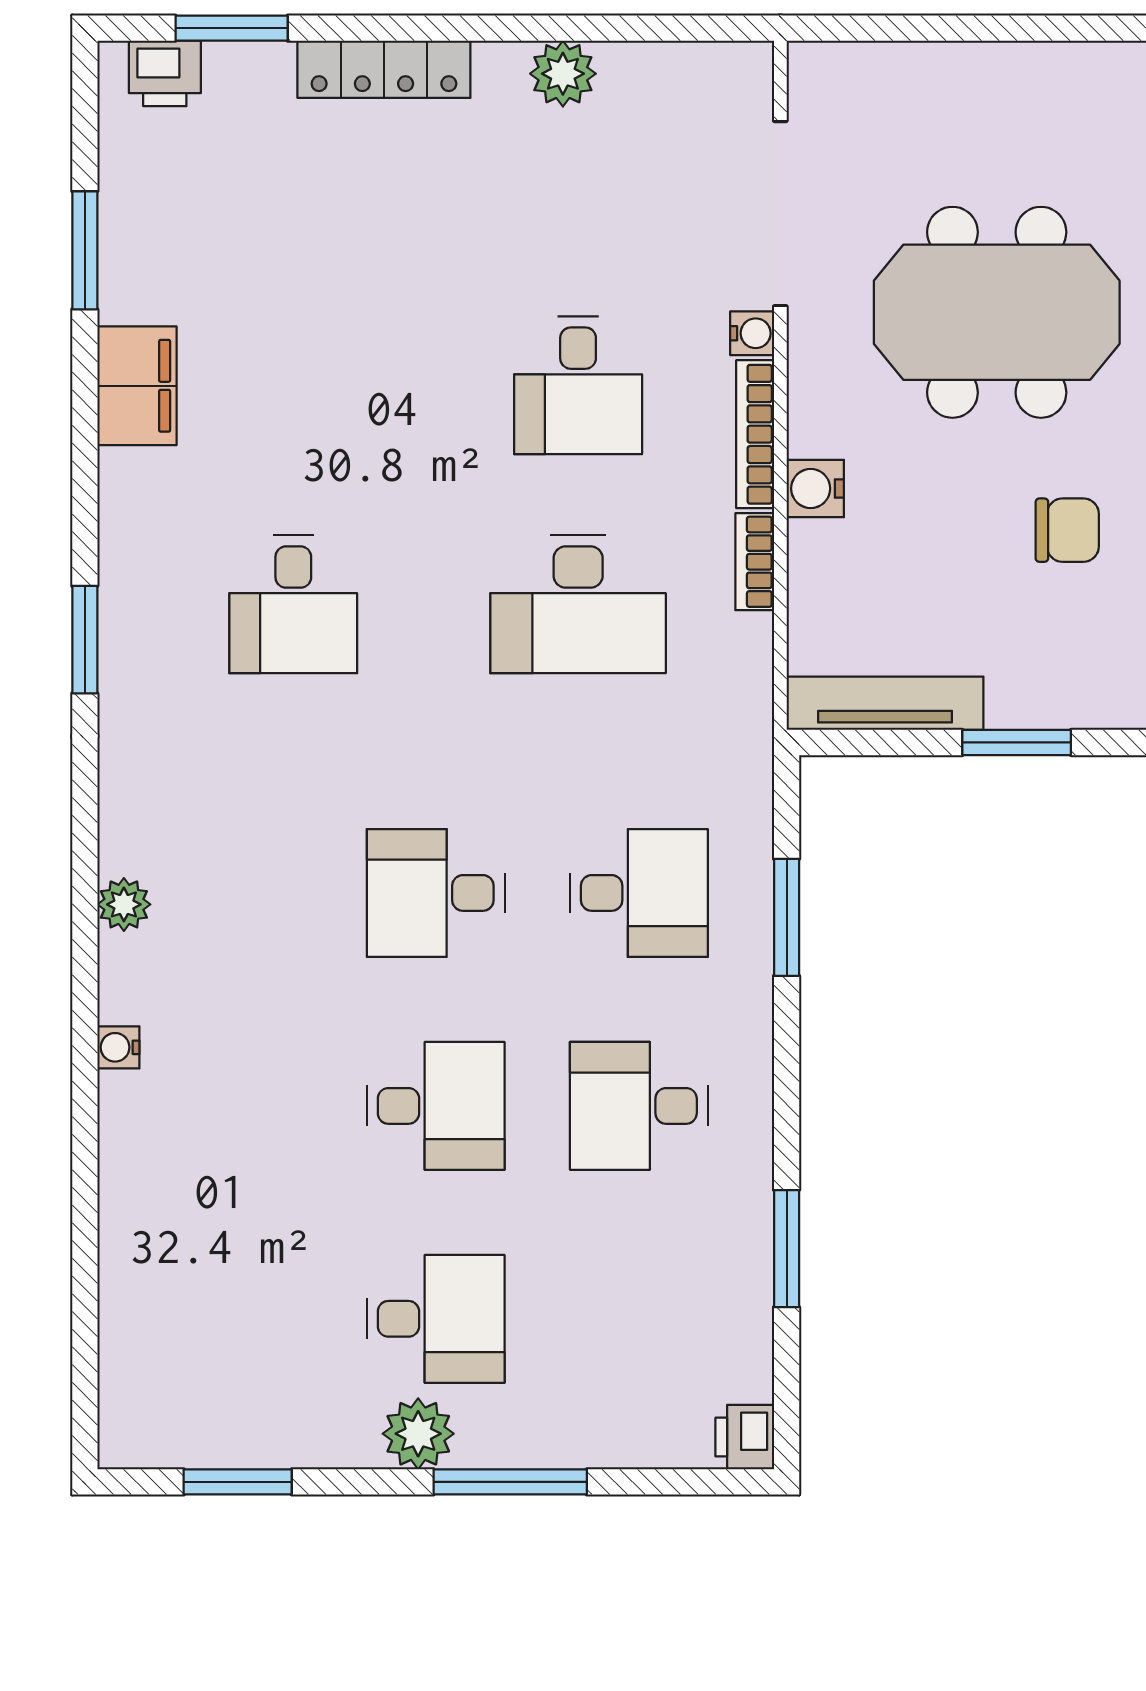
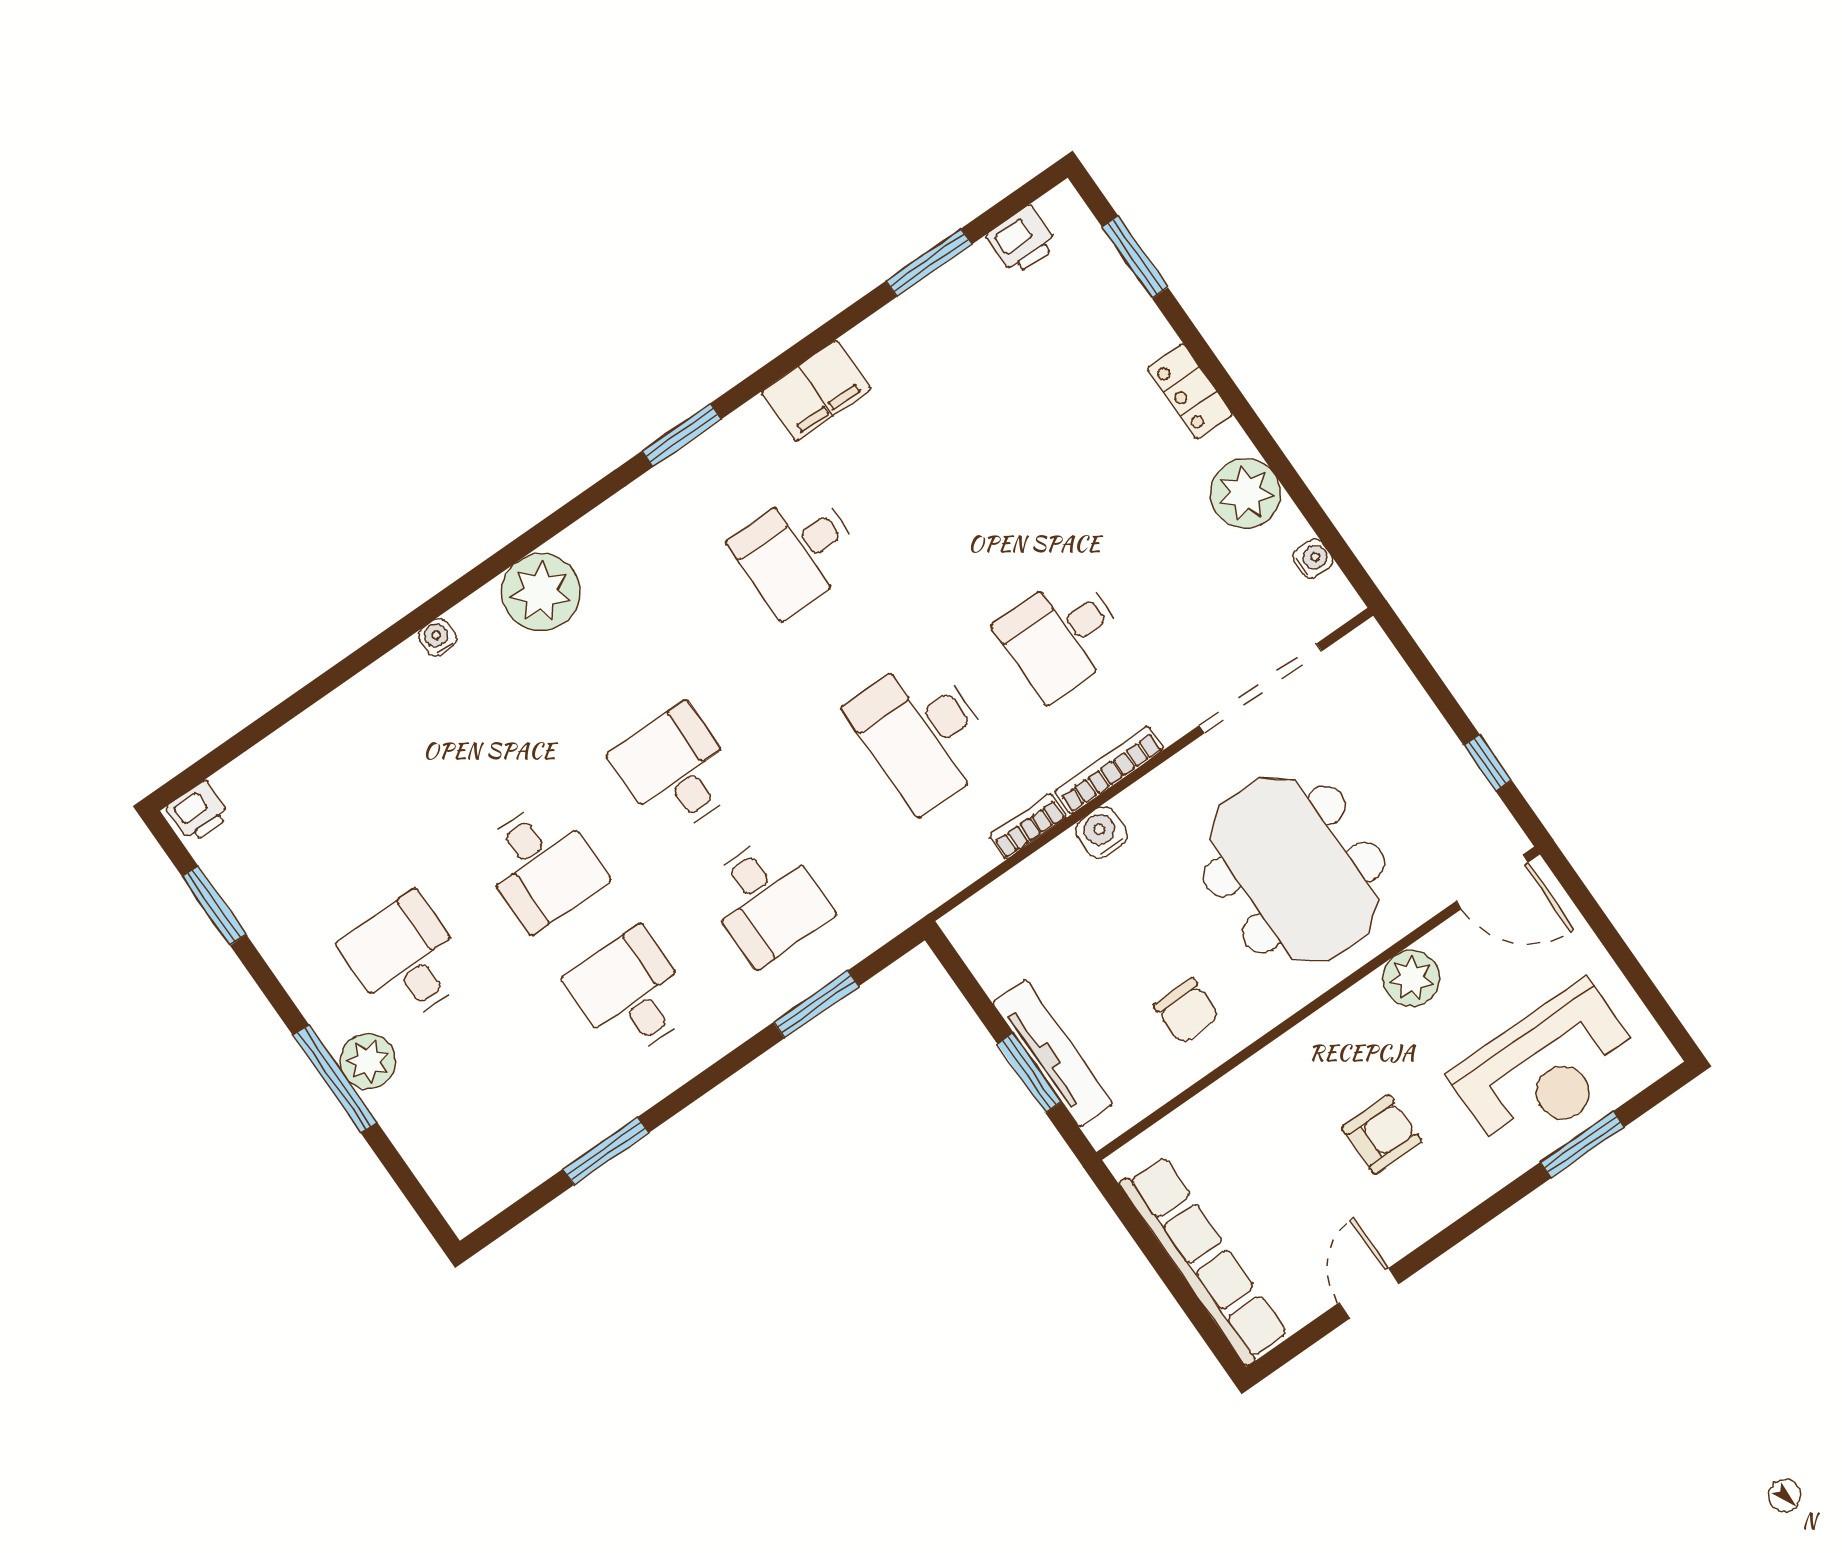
window: (1027, 28) -> (1488, 763), added
locker: (384, 69) -> (1190, 391), width x0.66
printer: (165, 73) -> (1022, 240), moved, turned -90
plant: (563, 74) -> (1245, 493), width x1.36, depth x1.36
water cooler: (752, 333) -> (1313, 559), moved, turned -90
filing cabinet: (137, 386) -> (816, 391), moved
tv unit: (885, 703) -> (1053, 1053), moved
plant: (124, 904) -> (541, 592), width x1.88, depth x1.88
desk: (436, 1319) -> (406, 959), turned 180
plant: (418, 1434) -> (368, 1061), moved
printer: (745, 1437) -> (199, 812), moved, turned 180

